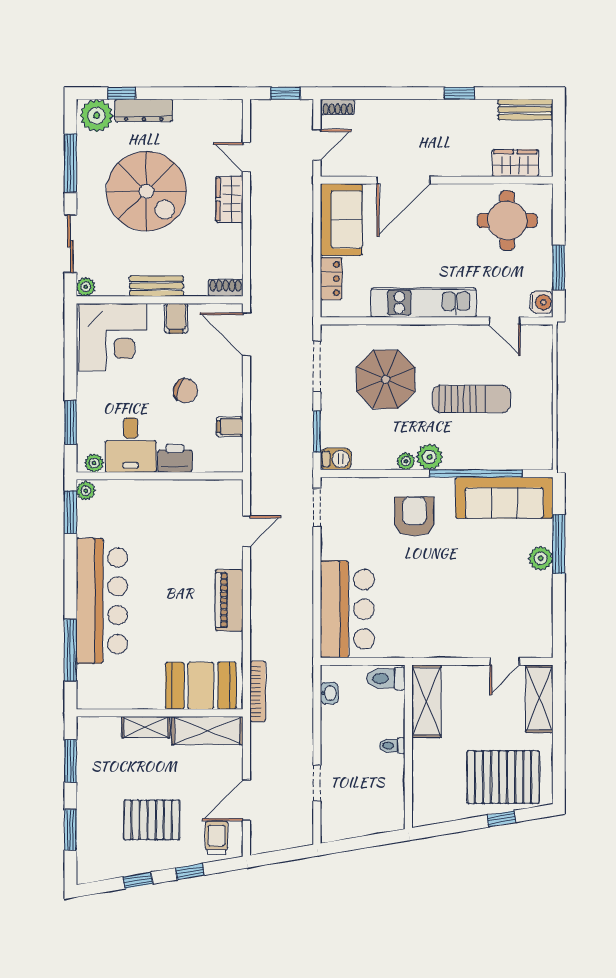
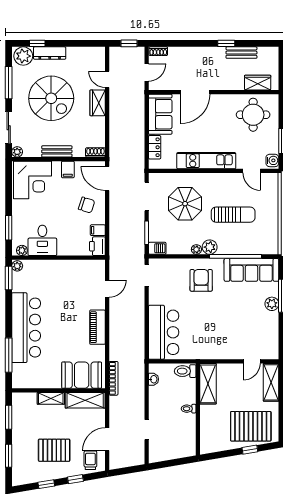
bench: (525, 110) -> (241, 53), moved
chair: (185, 391) -> (87, 205), moved
printer: (175, 458) -> (97, 246), moved, turned -90

